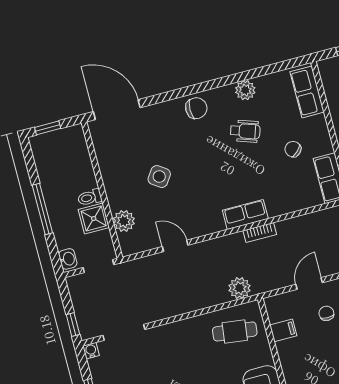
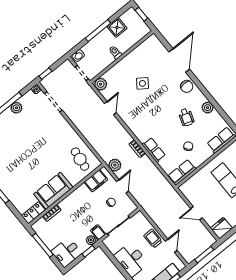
door: (117, 110) -> (179, 60), moved
row of seats: (245, 214) -> (154, 150), moved
shower: (94, 218) -> (117, 27), moved
plant: (124, 221) -> (101, 84), moved
door: (309, 283) -> (122, 186), hinge flipped
plant: (240, 288) -> (115, 165), moved
filing cabinet: (283, 330) -> (96, 181), width x2.00

